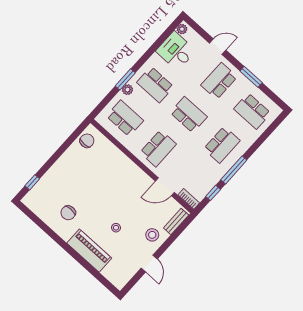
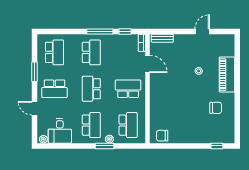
school desk: (125, 118) -> (128, 125), turned 180
school desk: (222, 145) -> (91, 52), turned 90
stool: (152, 235) -> (183, 45), removed

